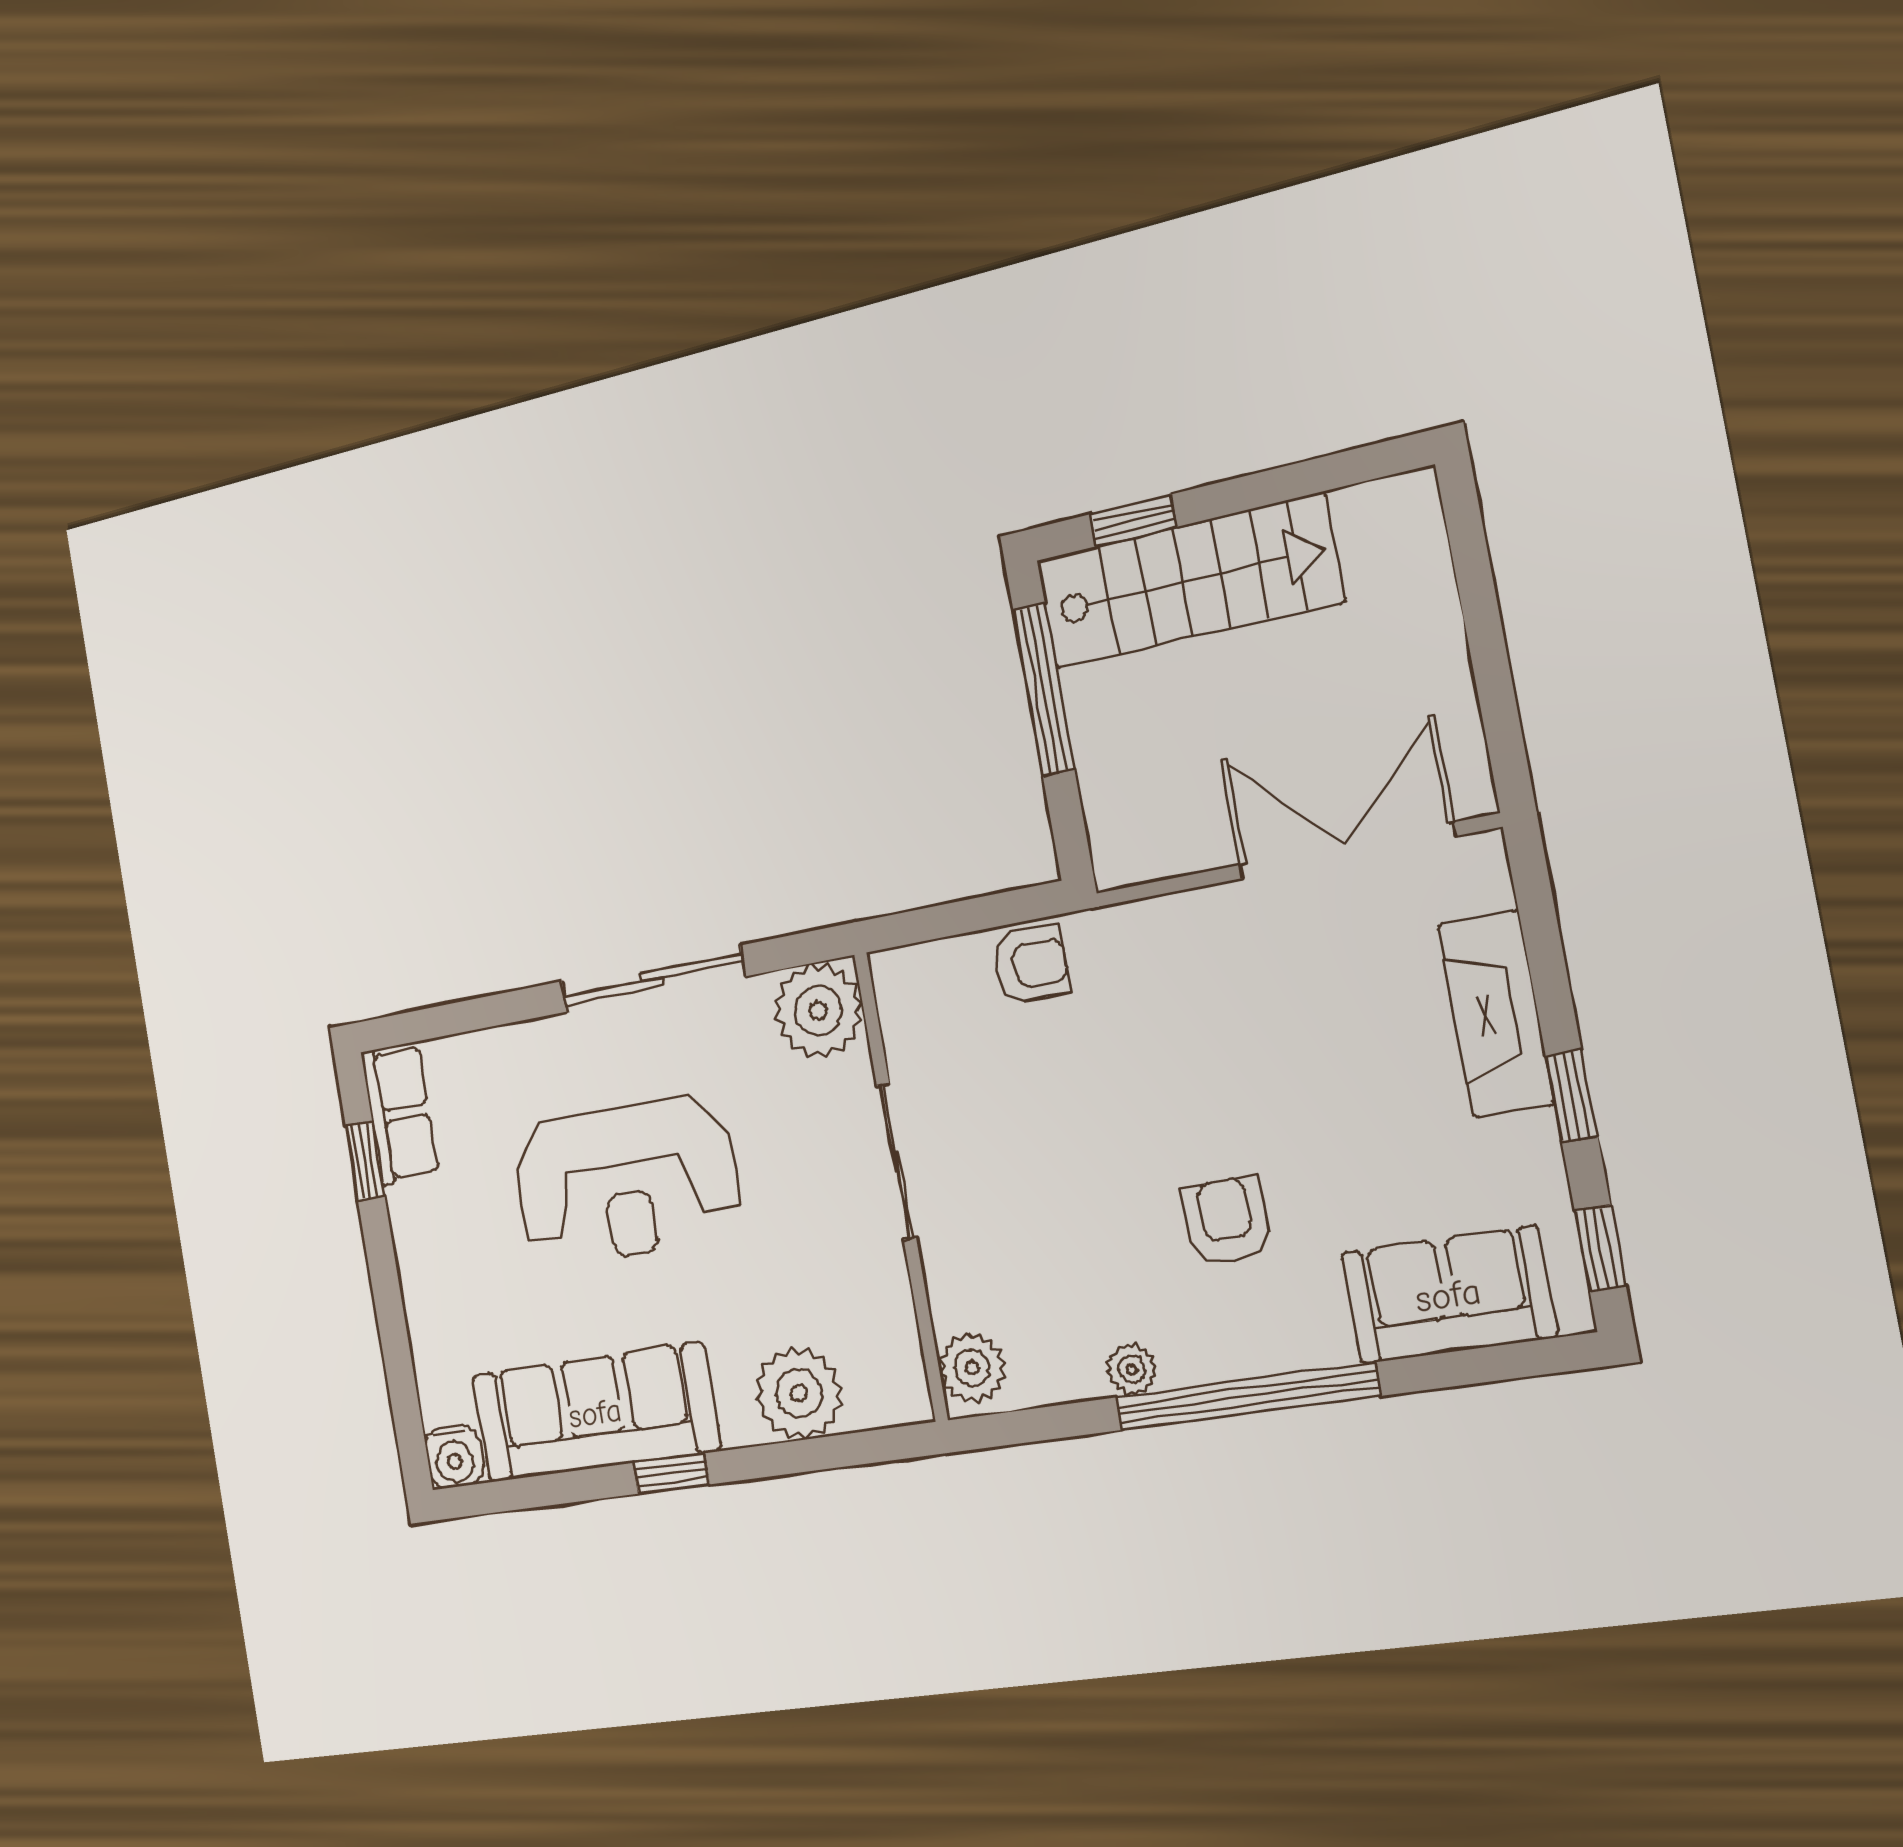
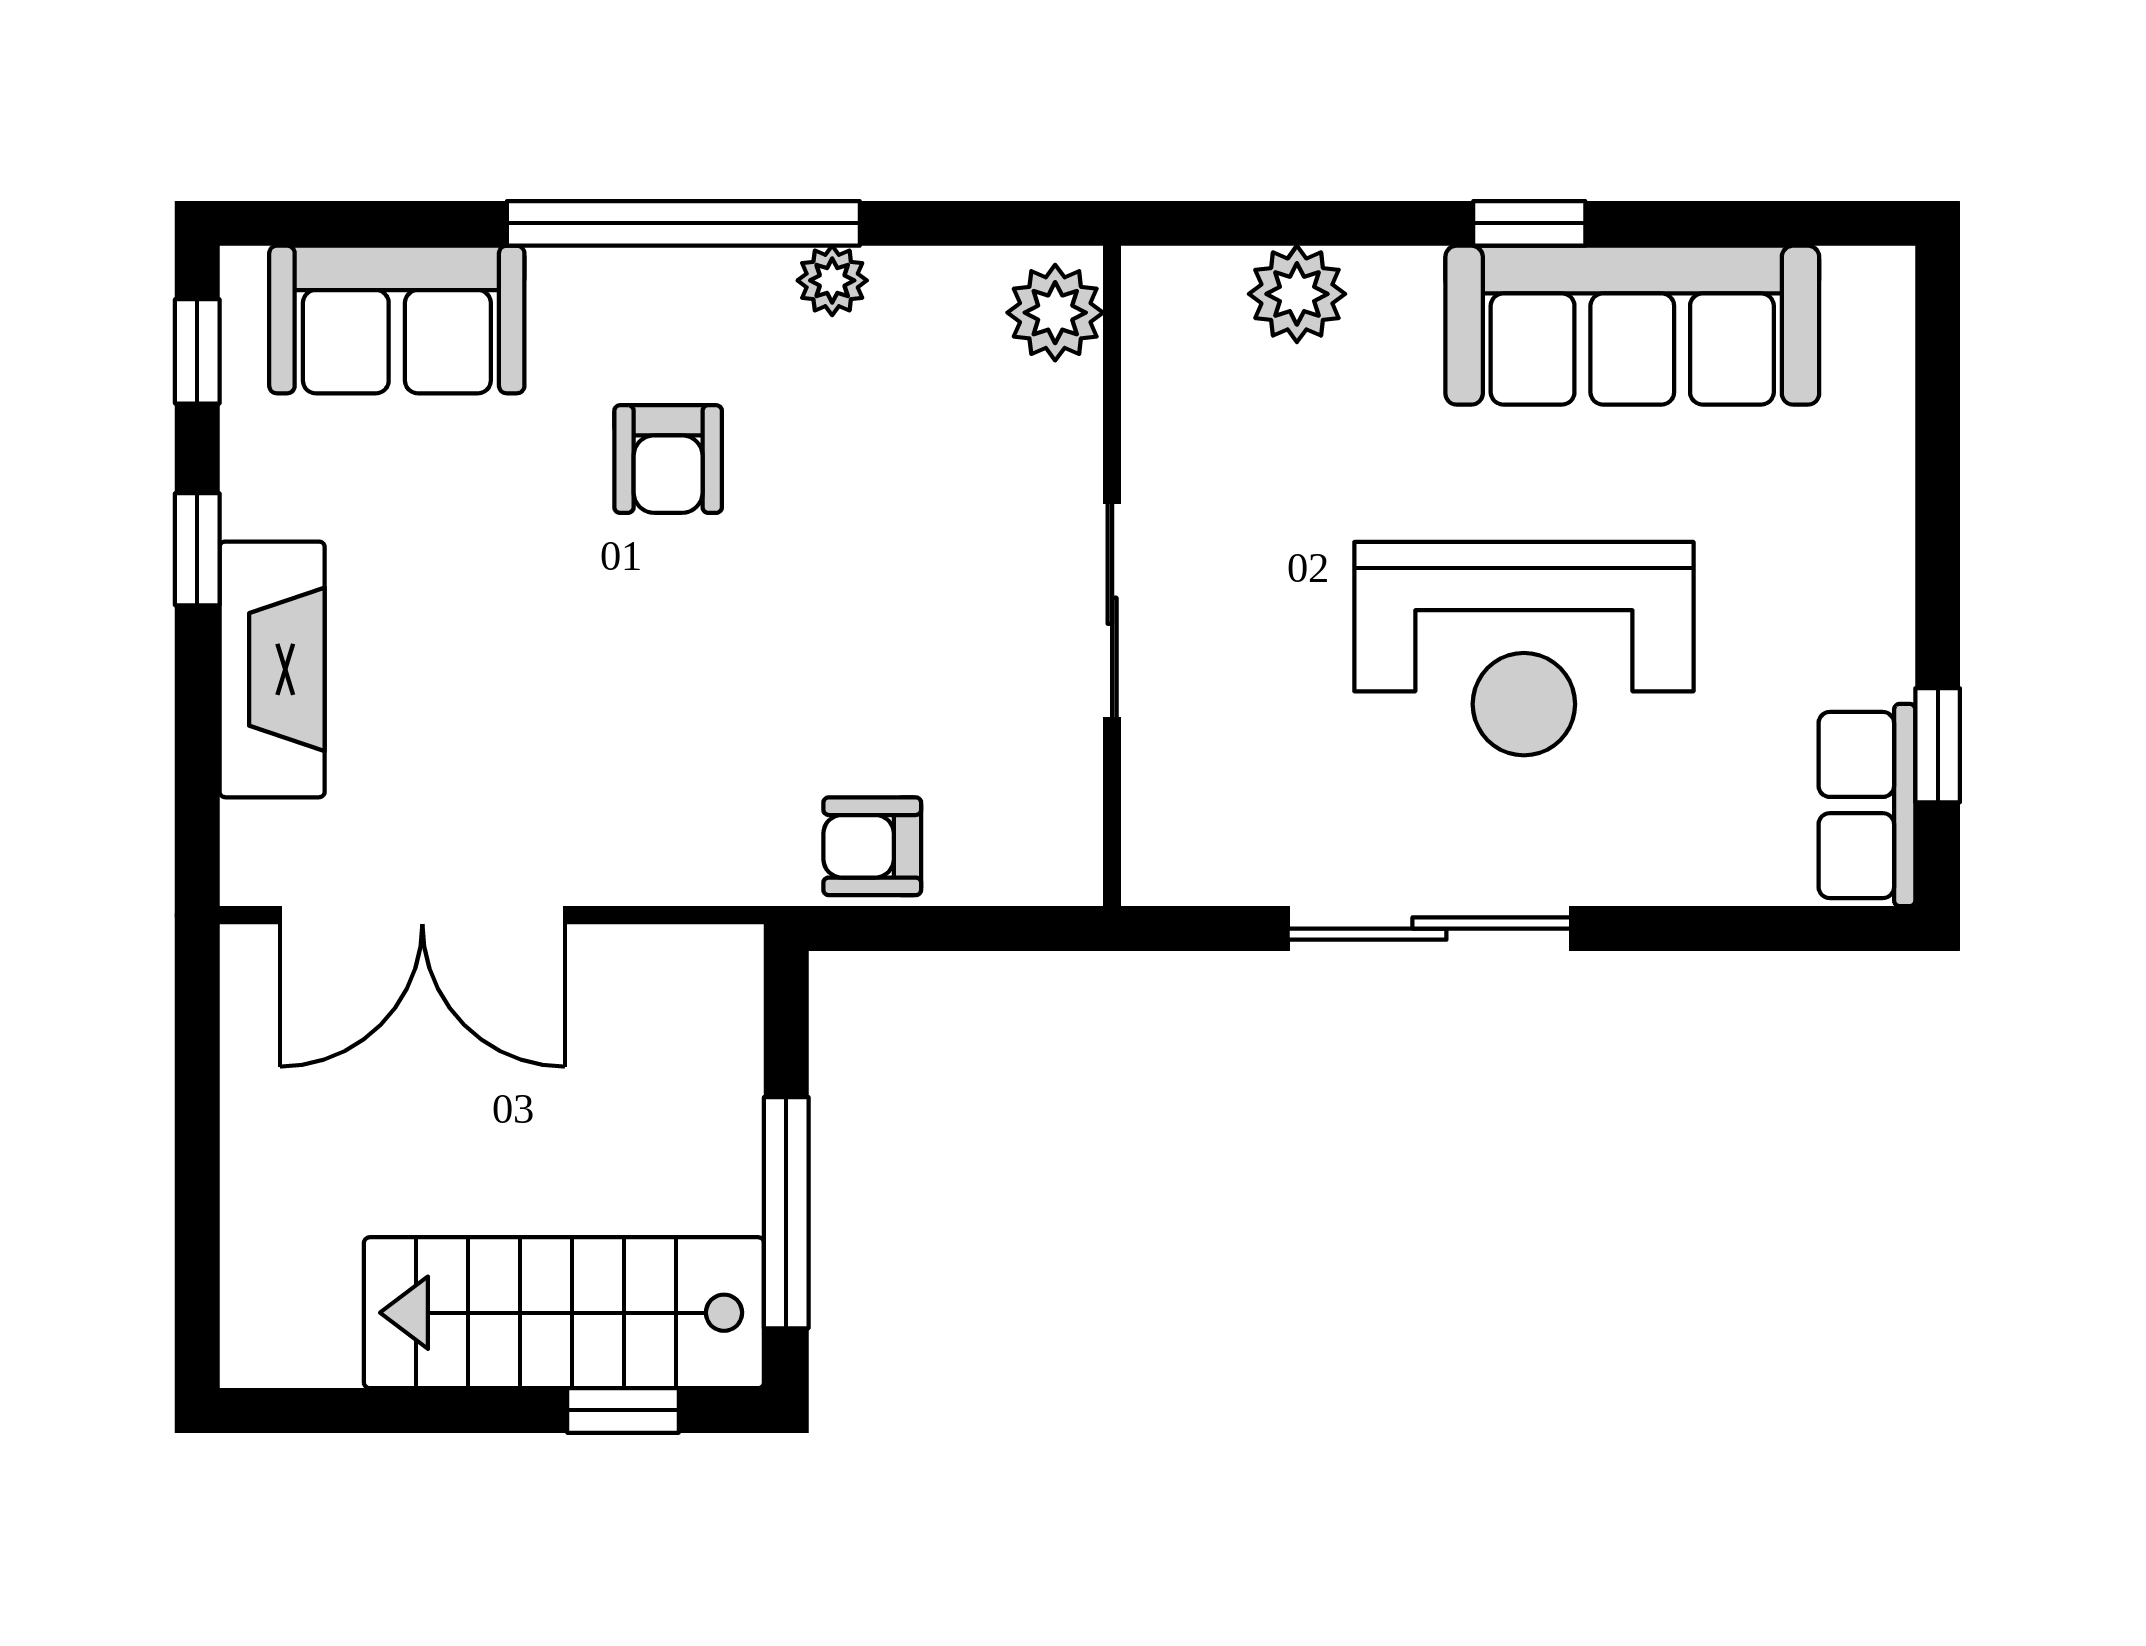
plant: (818, 1010) -> (1188, 839), removed
reception desk: (625, 1181) -> (1524, 649), turned 180
plant: (799, 1393) -> (1297, 294), width x0.73, depth x0.73
water cooler: (454, 1457) -> (1871, 290), removed

